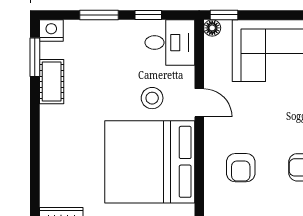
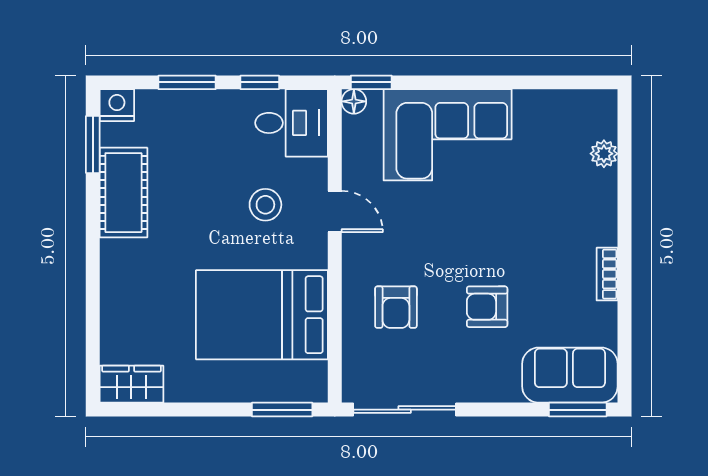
cot: (52, 82) -> (123, 193), width x1.37, depth x1.34
bed: (150, 162) -> (262, 315), width x0.73

